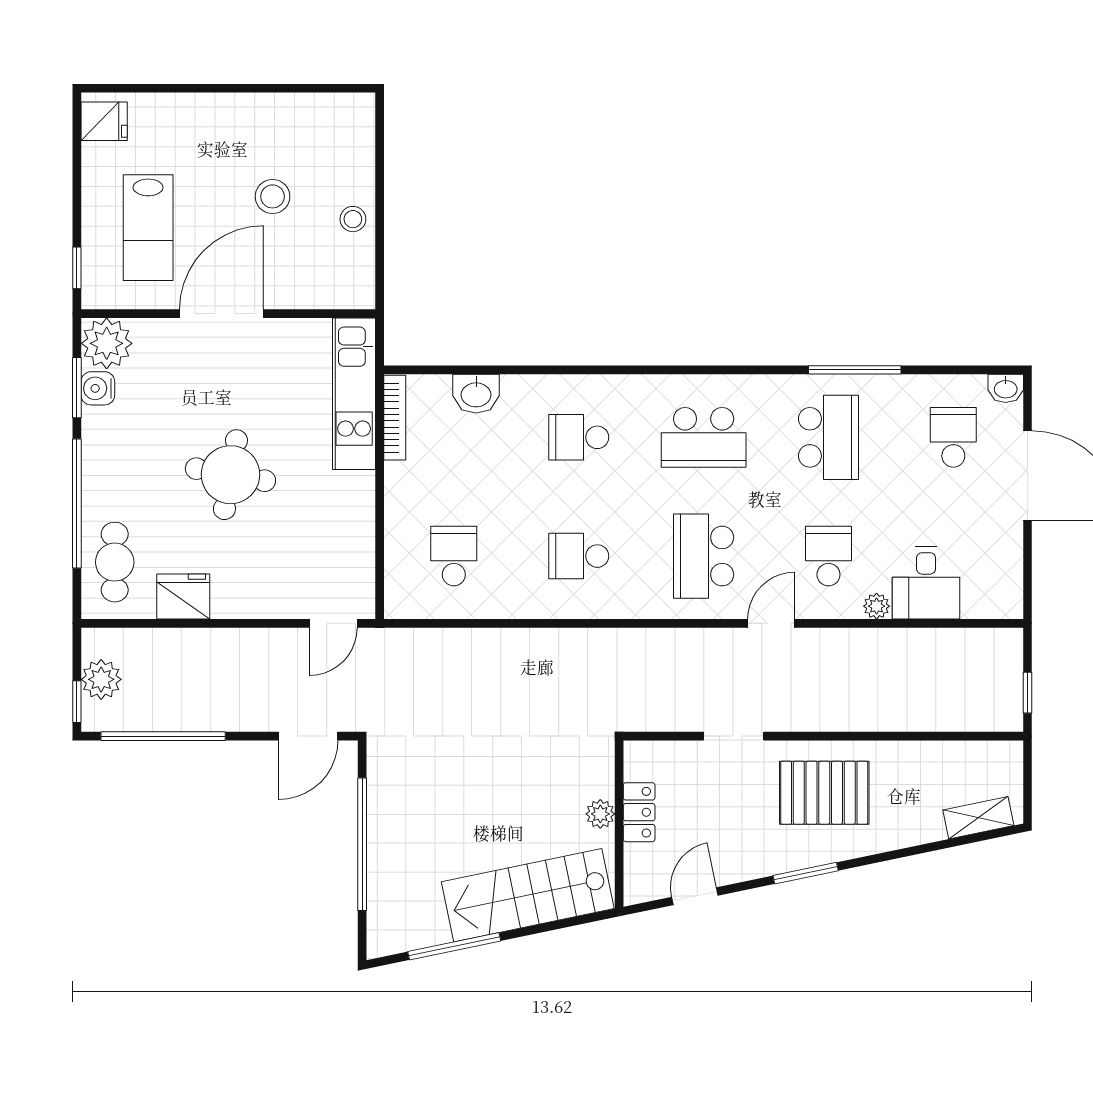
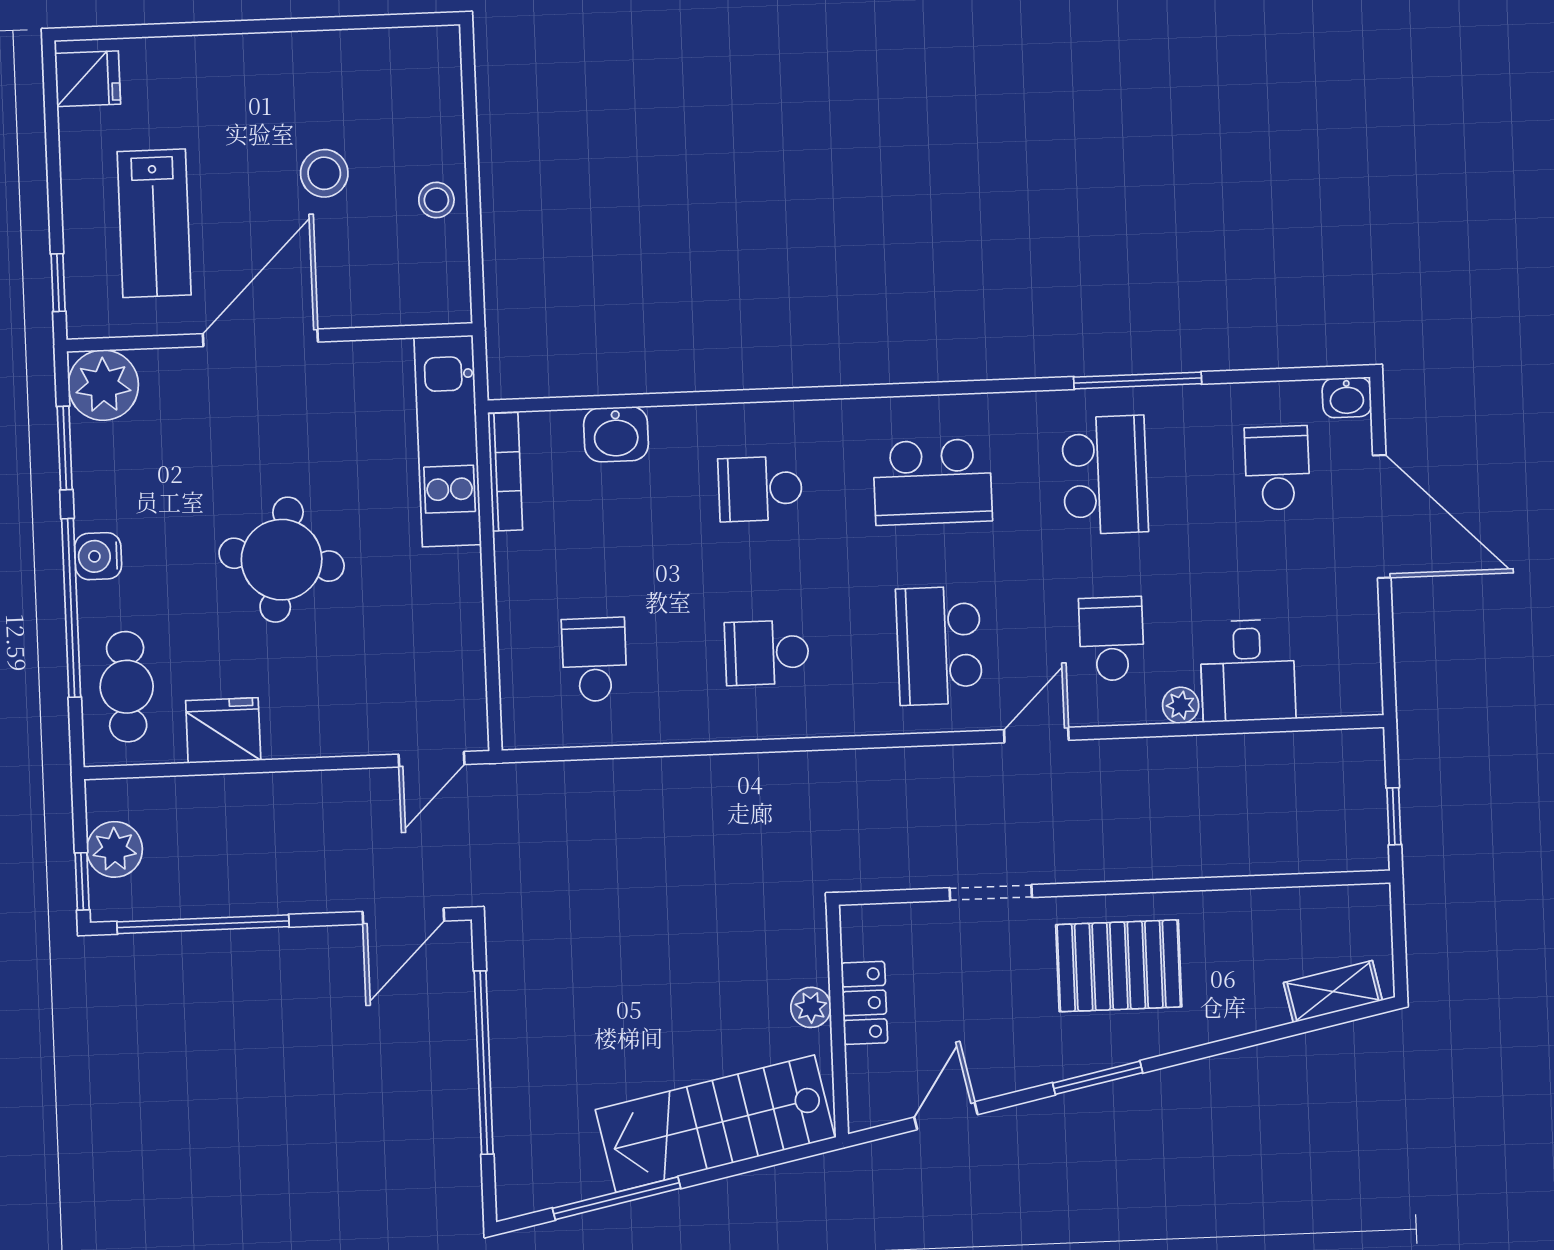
water cooler: (98, 388) -> (98, 556), moved

